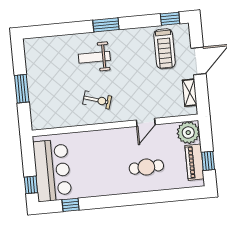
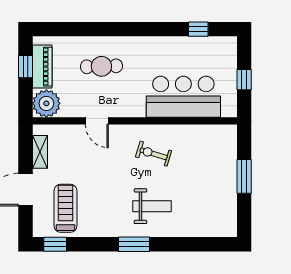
door: (146, 122) -> (97, 121), swing flipped
bar counter: (52, 170) -> (183, 97), moved, turned 90
window: (31, 185) -> (244, 80), moved

